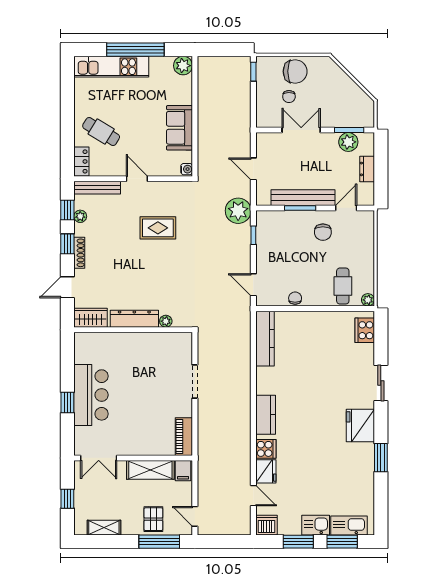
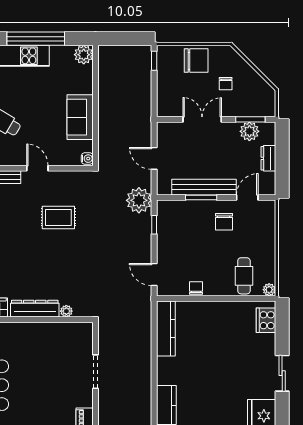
chair: (289, 97) -> (226, 84), moved

